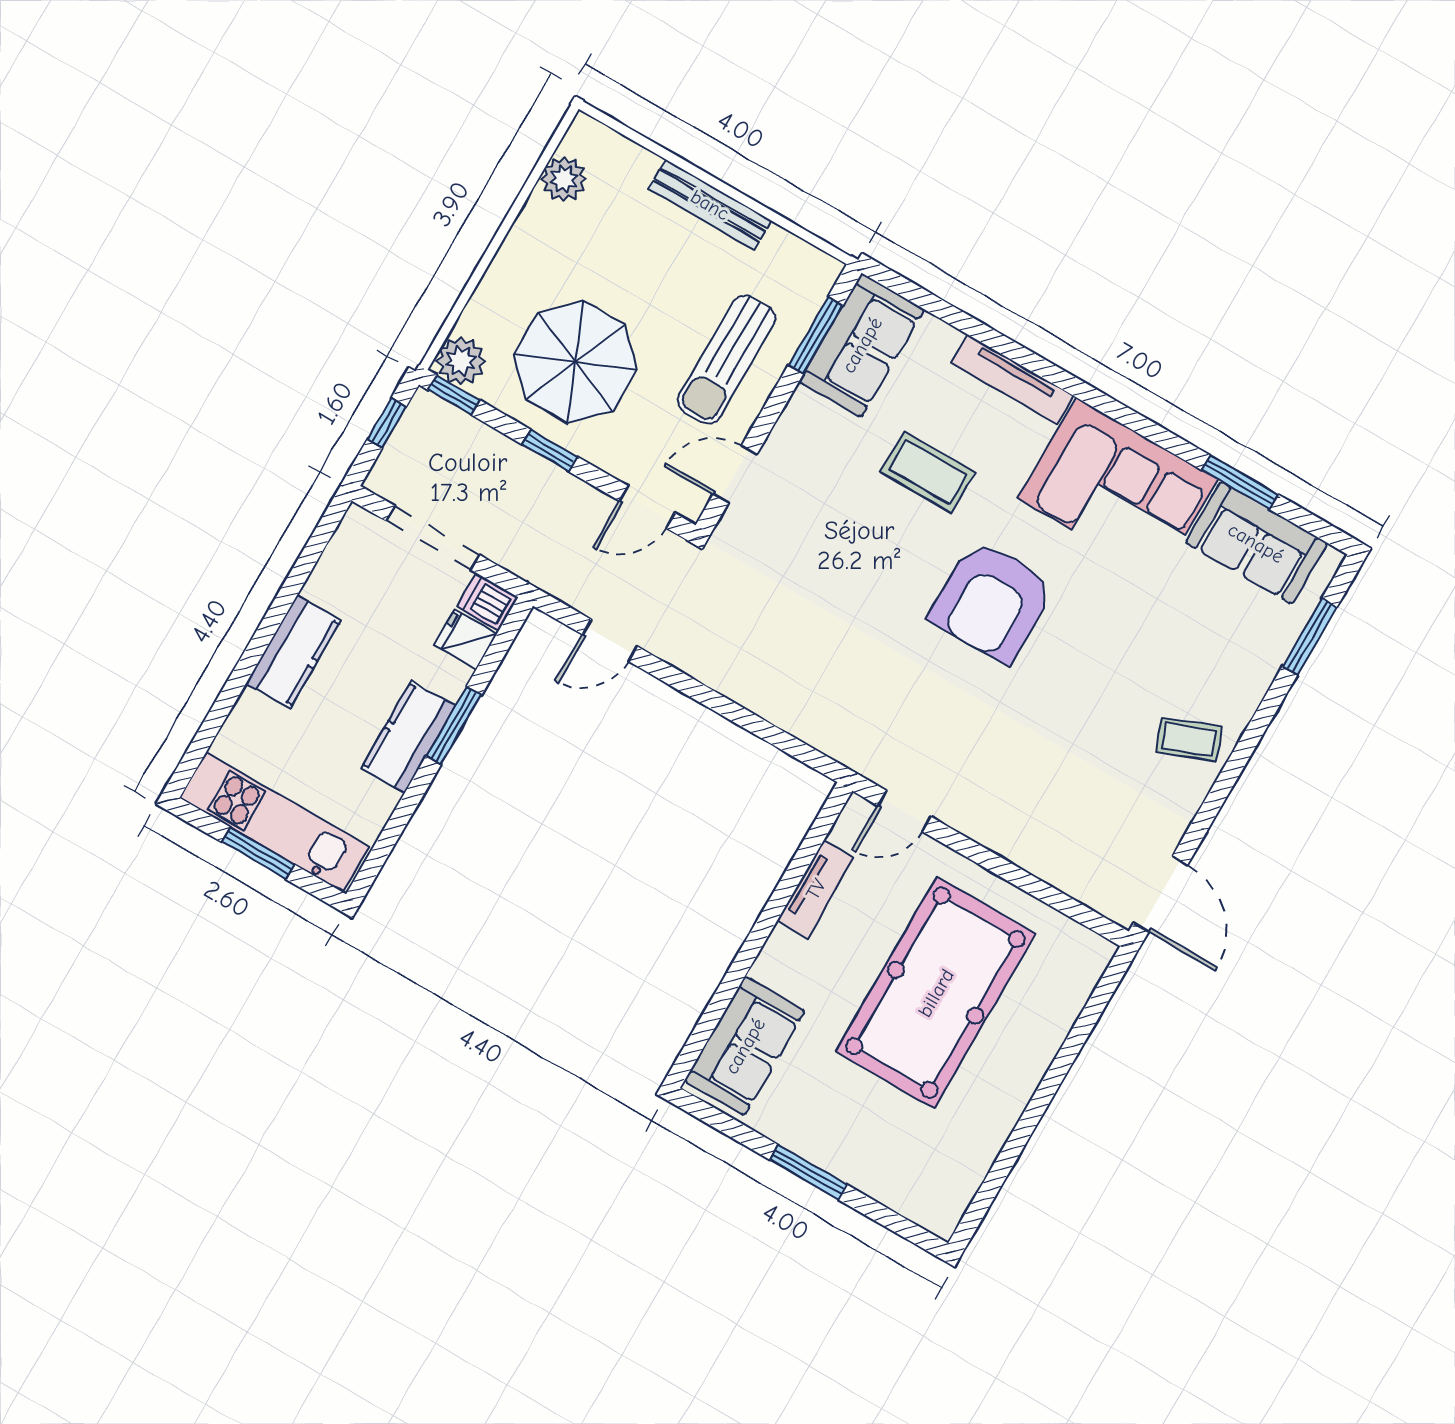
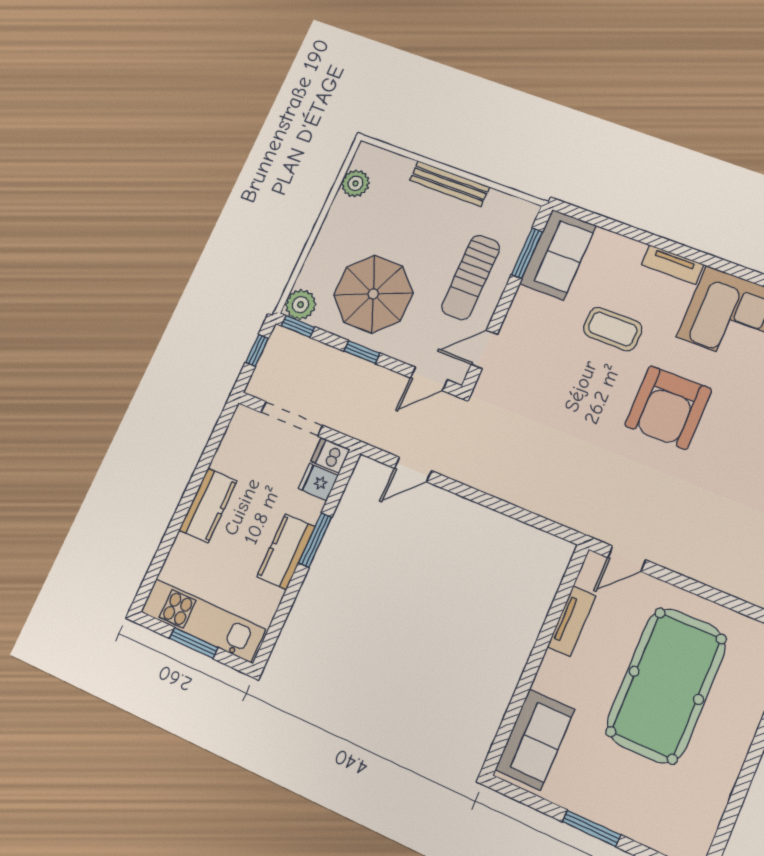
tv unit: (1012, 379) -> (672, 265), width x0.71

